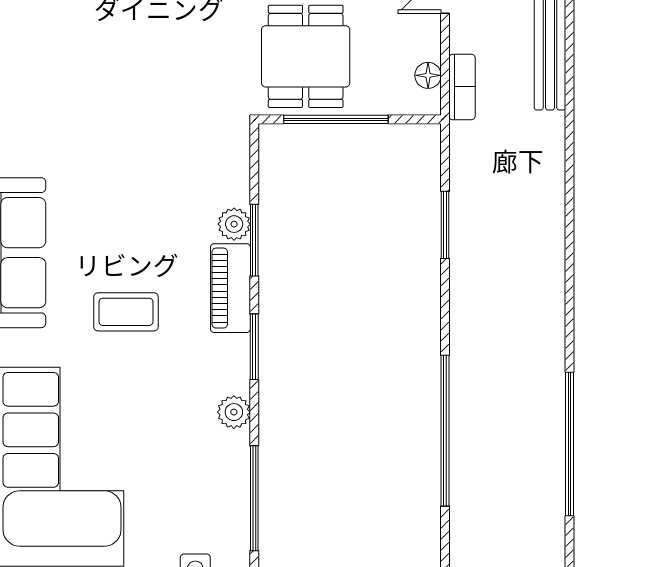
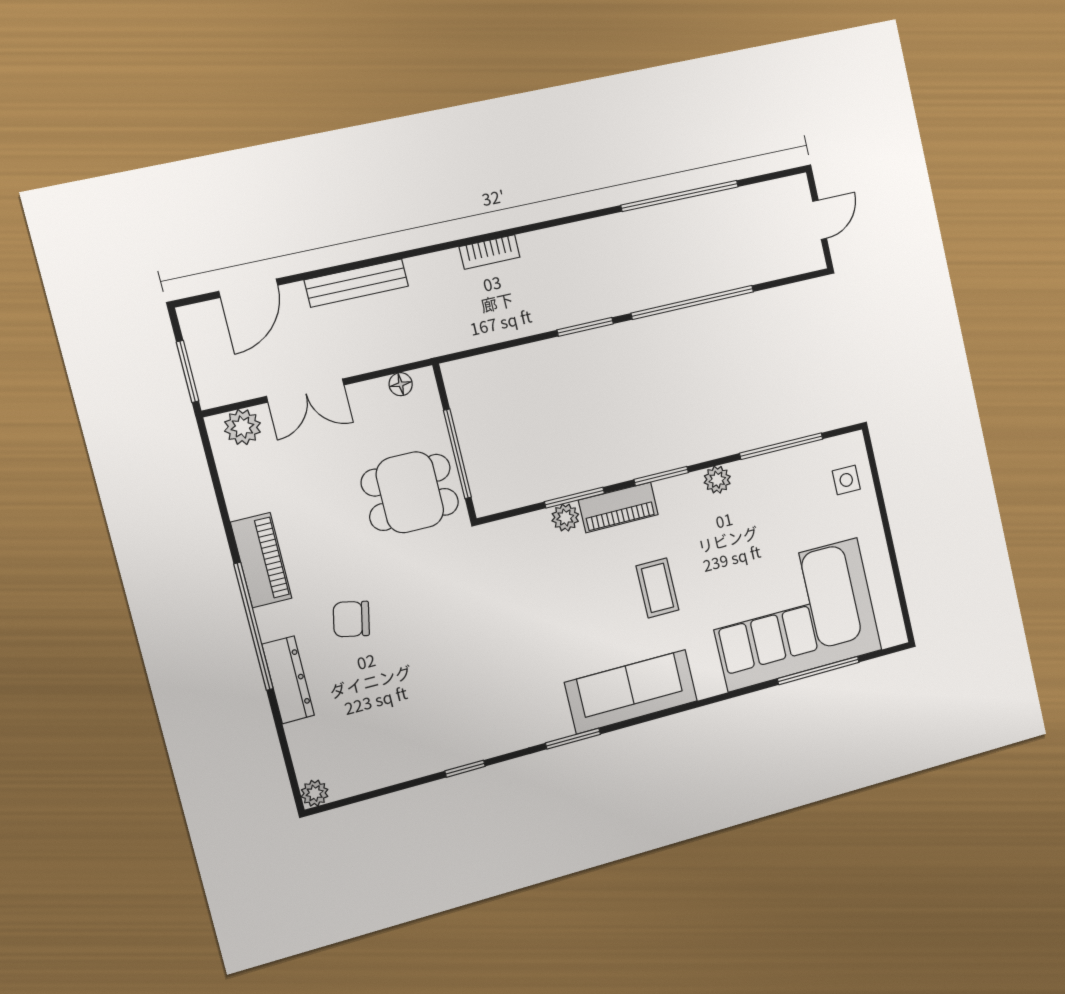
bookcase: (462, 87) -> (490, 252), moved, turned 180
window: (445, 225) -> (585, 327), moved

